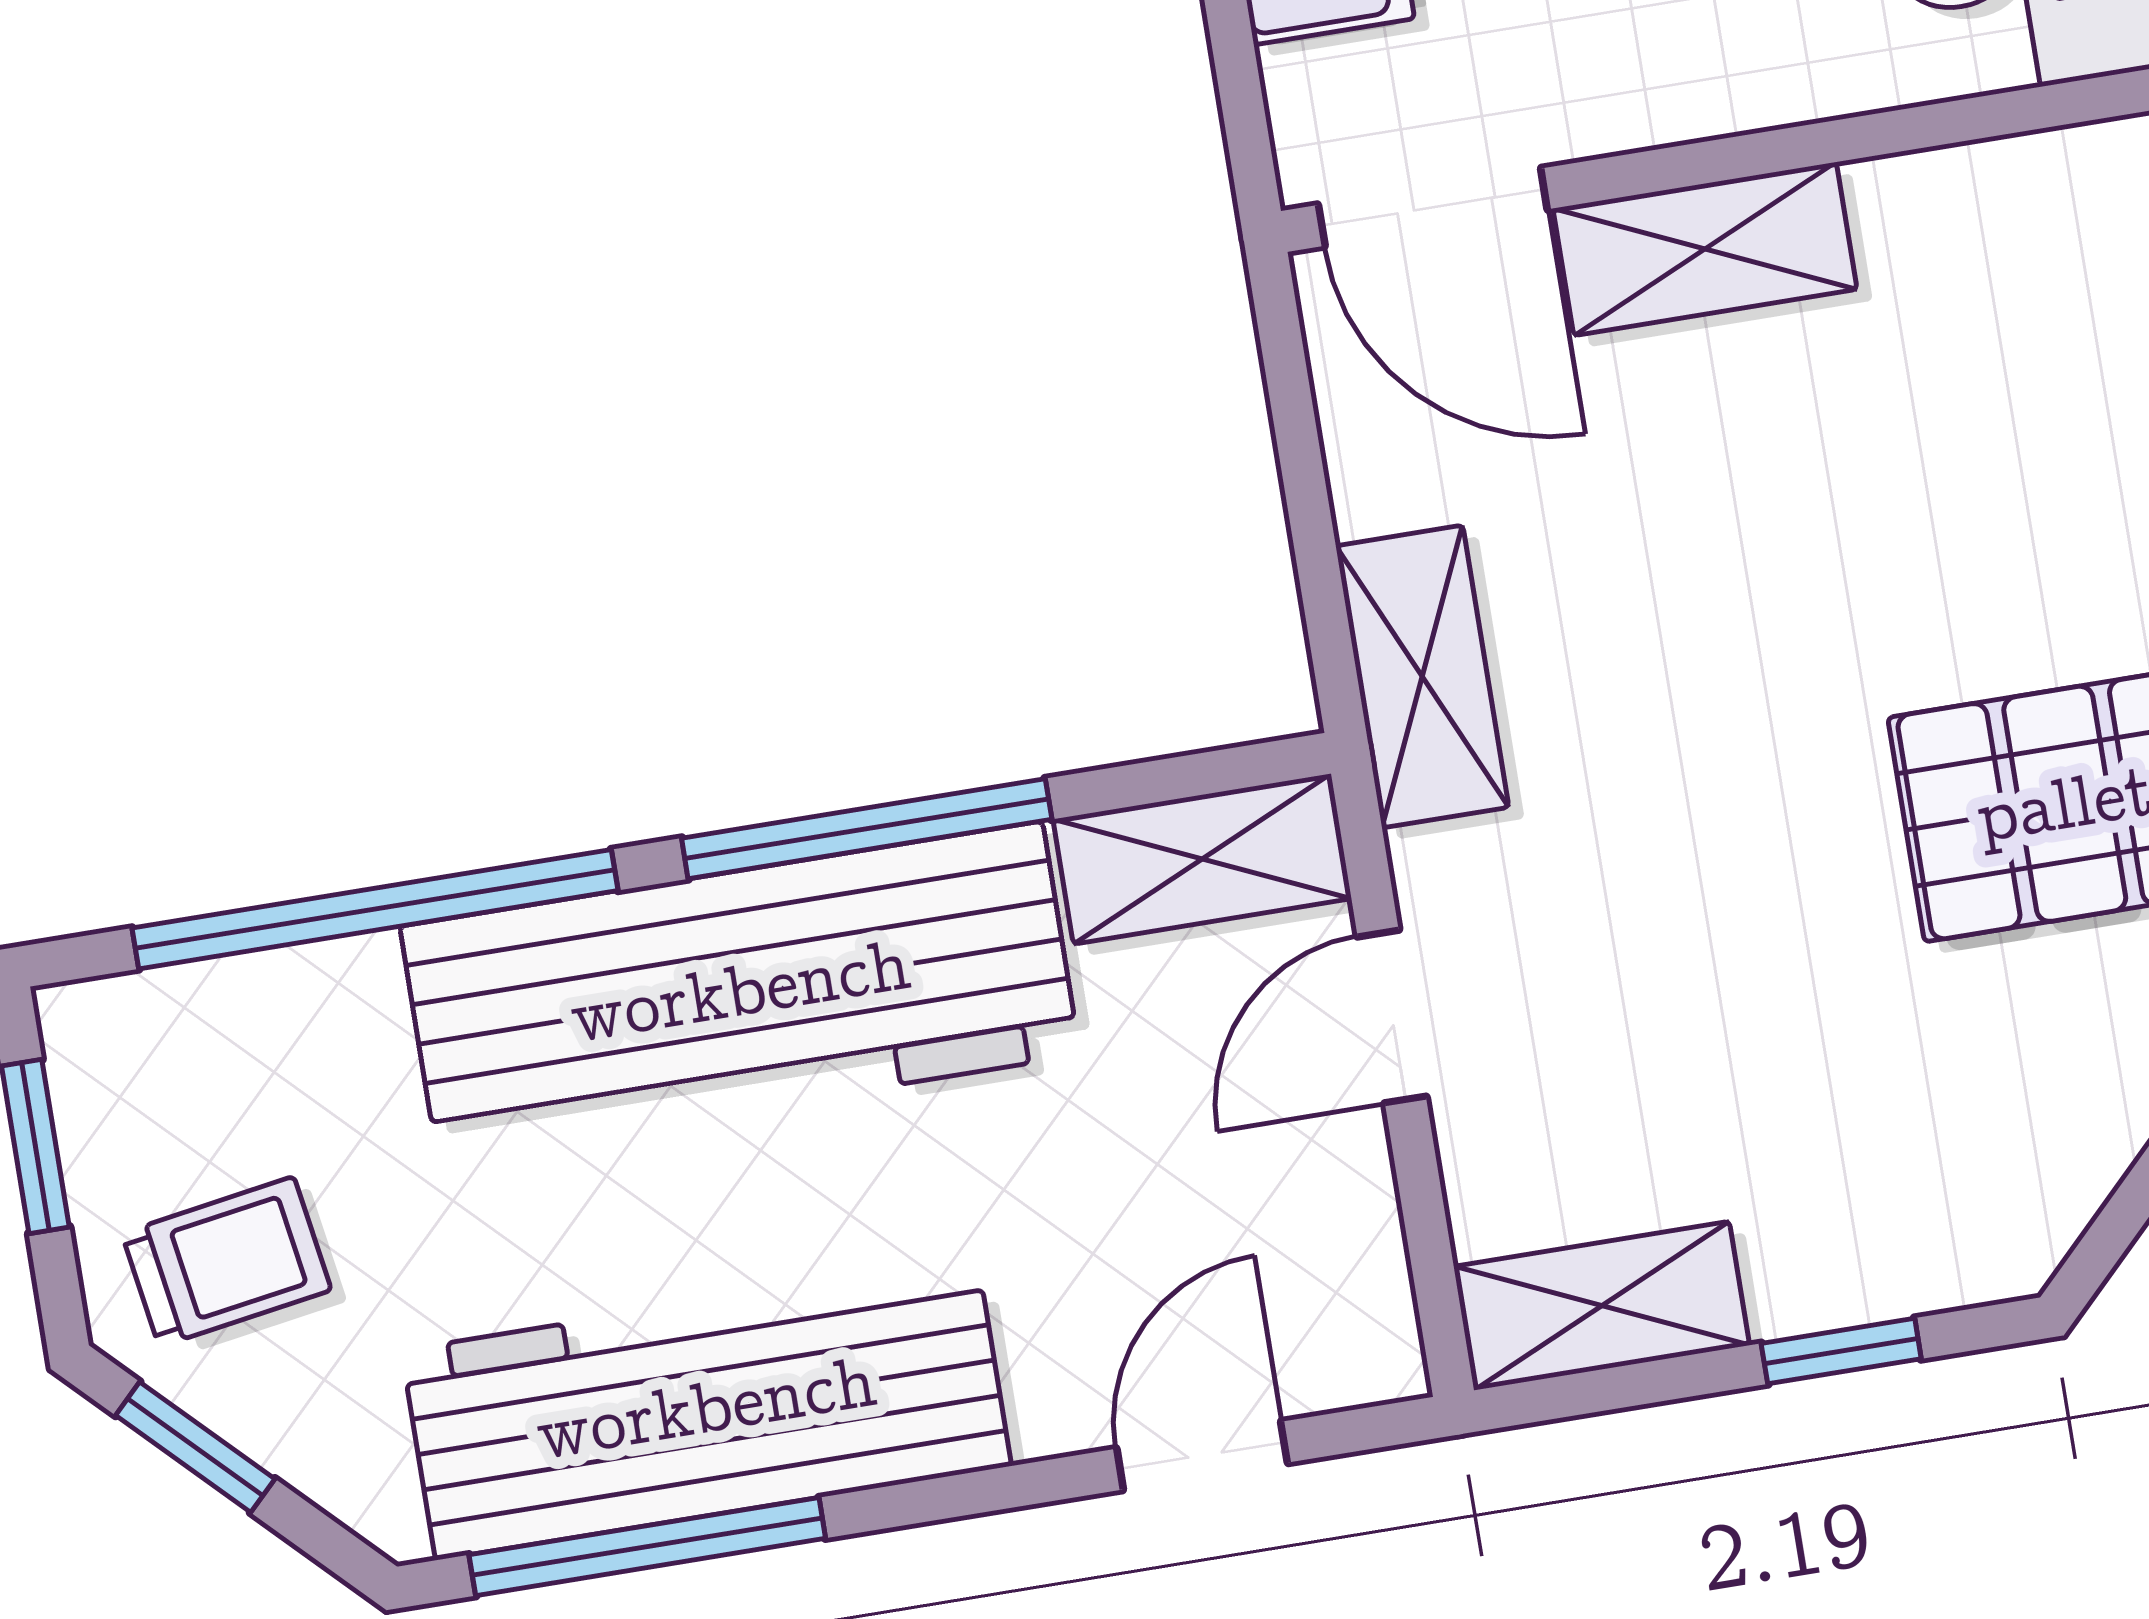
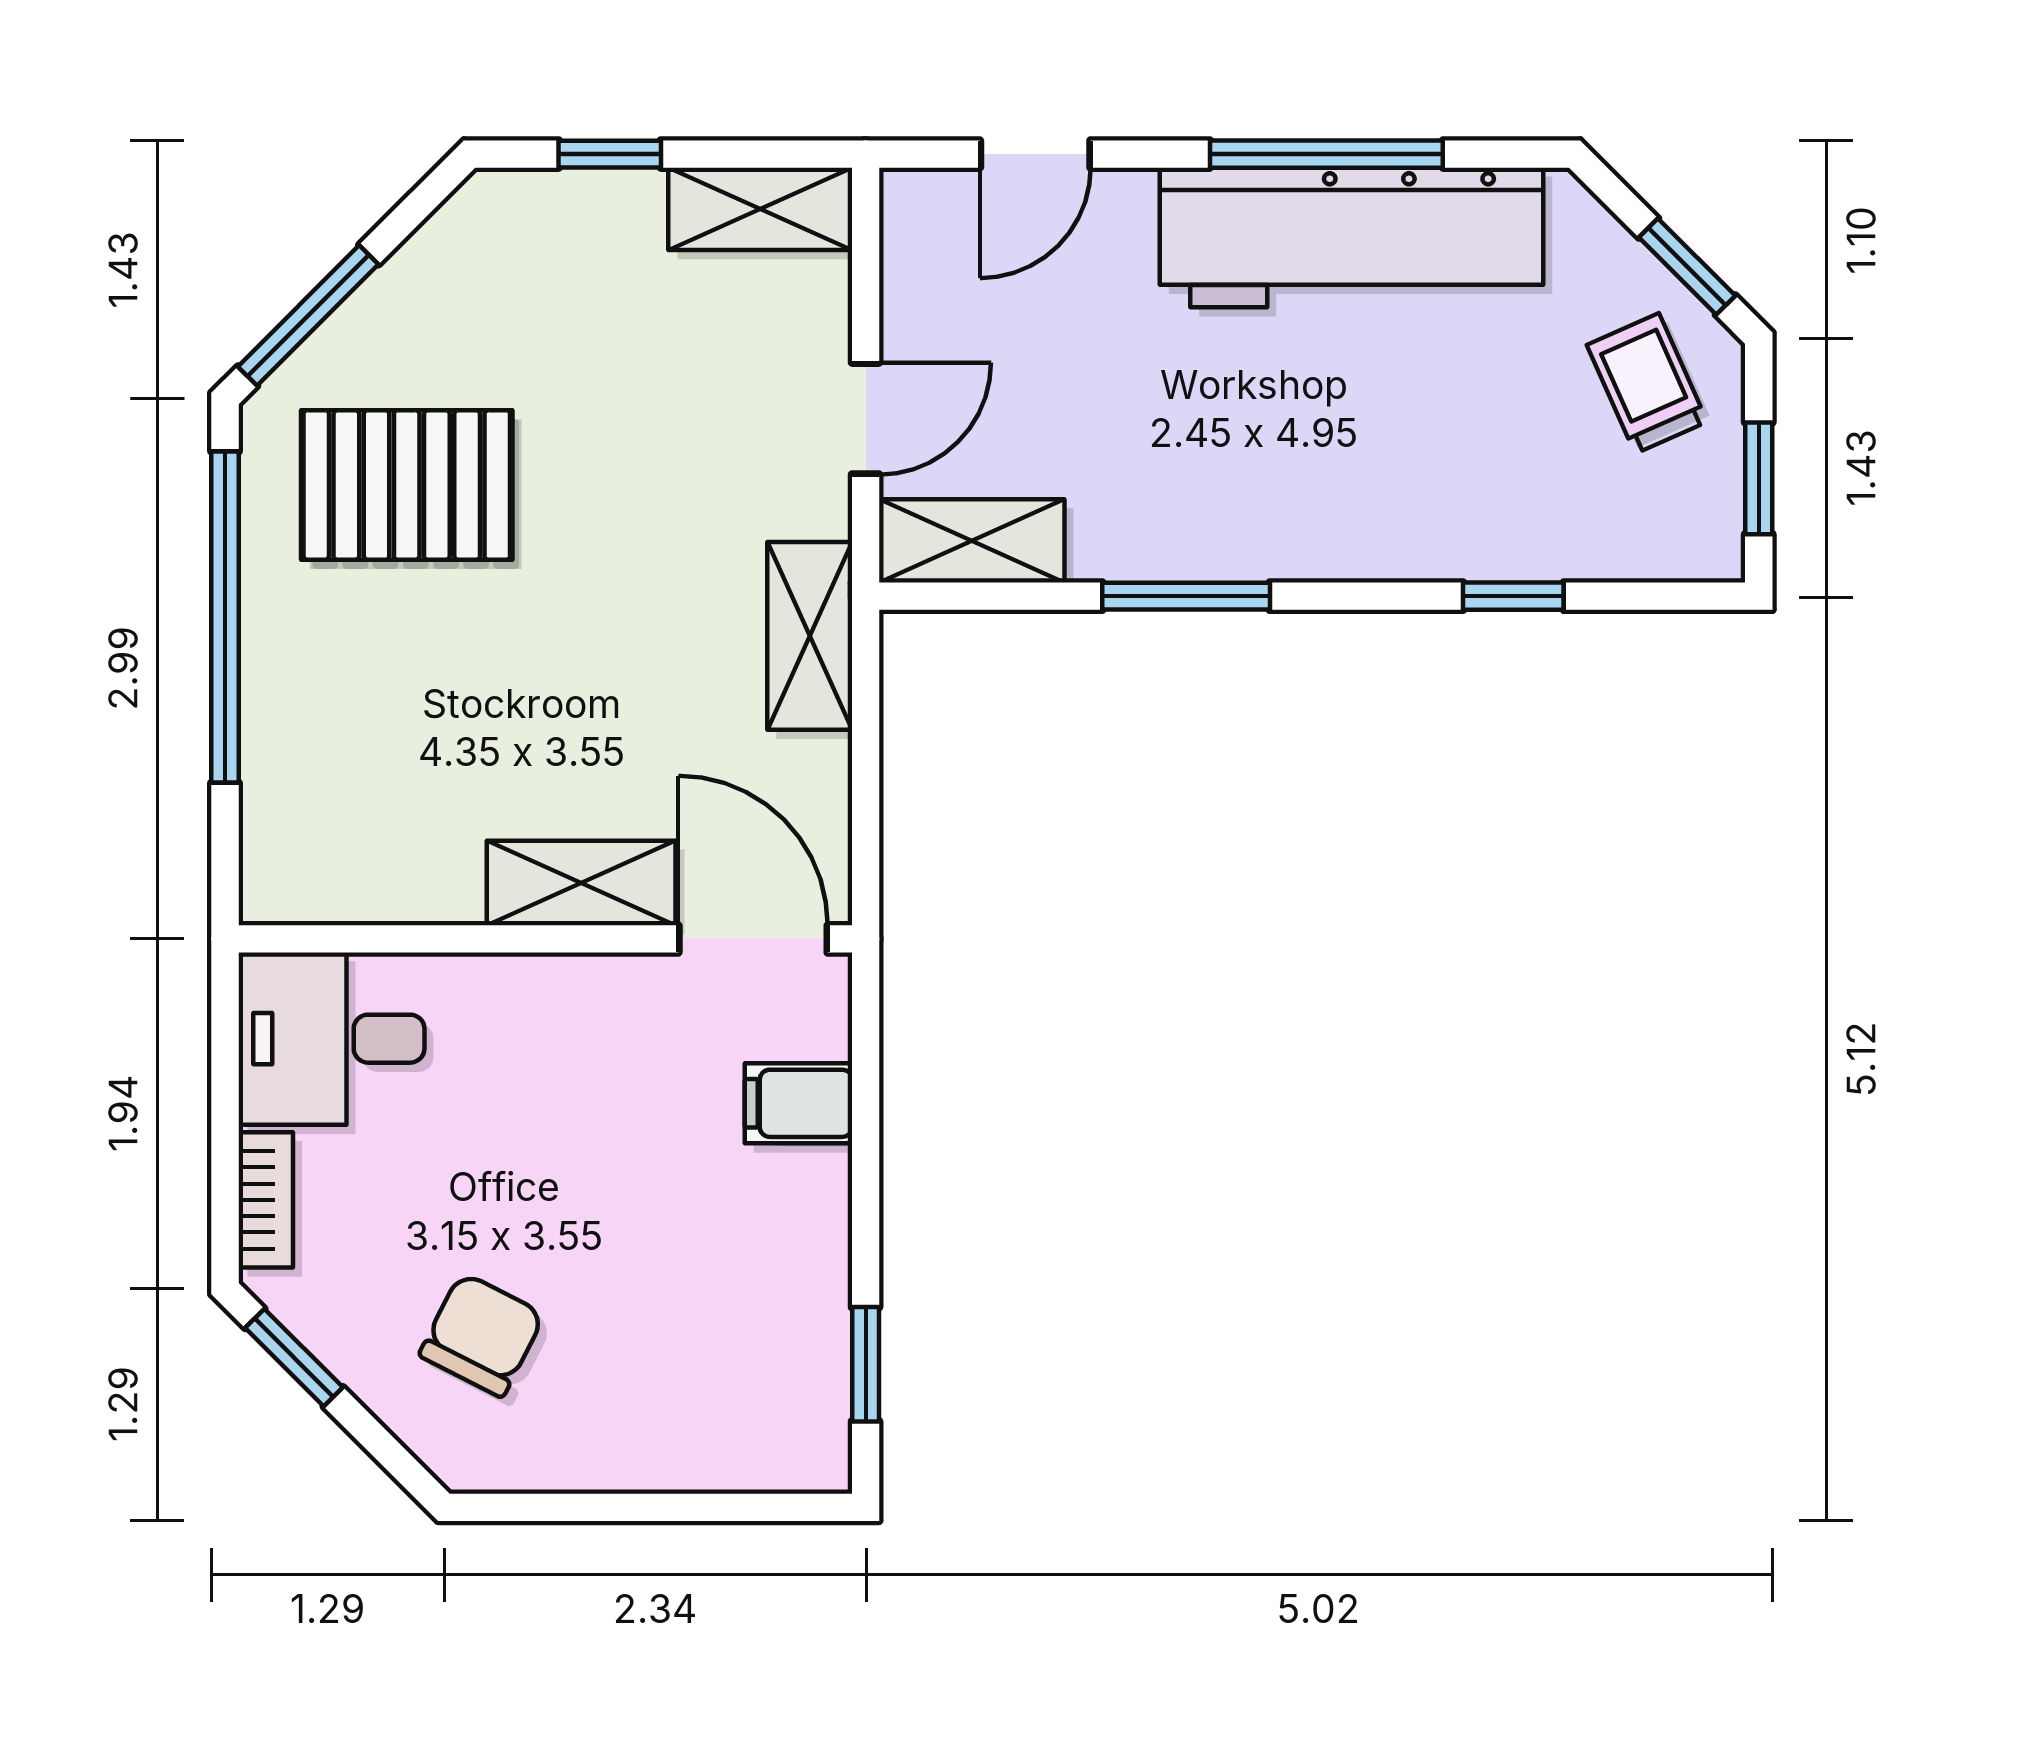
window: (867, 829) -> (1186, 596), width x0.69
window: (375, 909) -> (1513, 596), width x0.32
workbench: (740, 991) -> (1285, 505), removed
trolley: (227, 1262) -> (1647, 383), turned 75
window: (647, 1547) -> (1326, 154), moved

